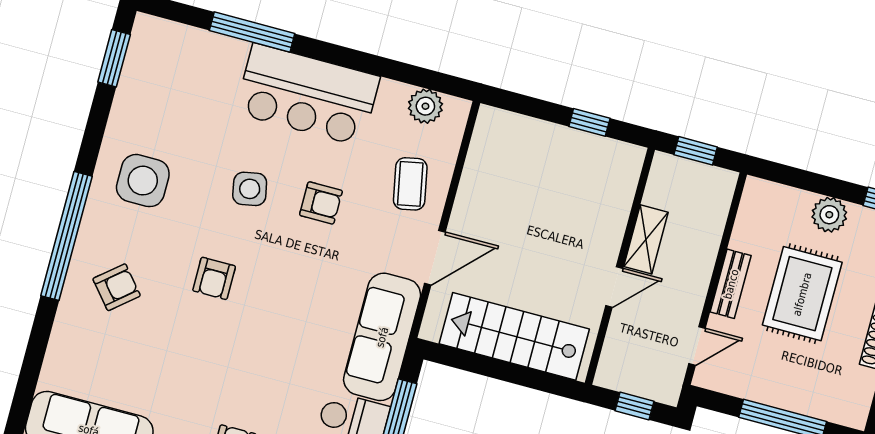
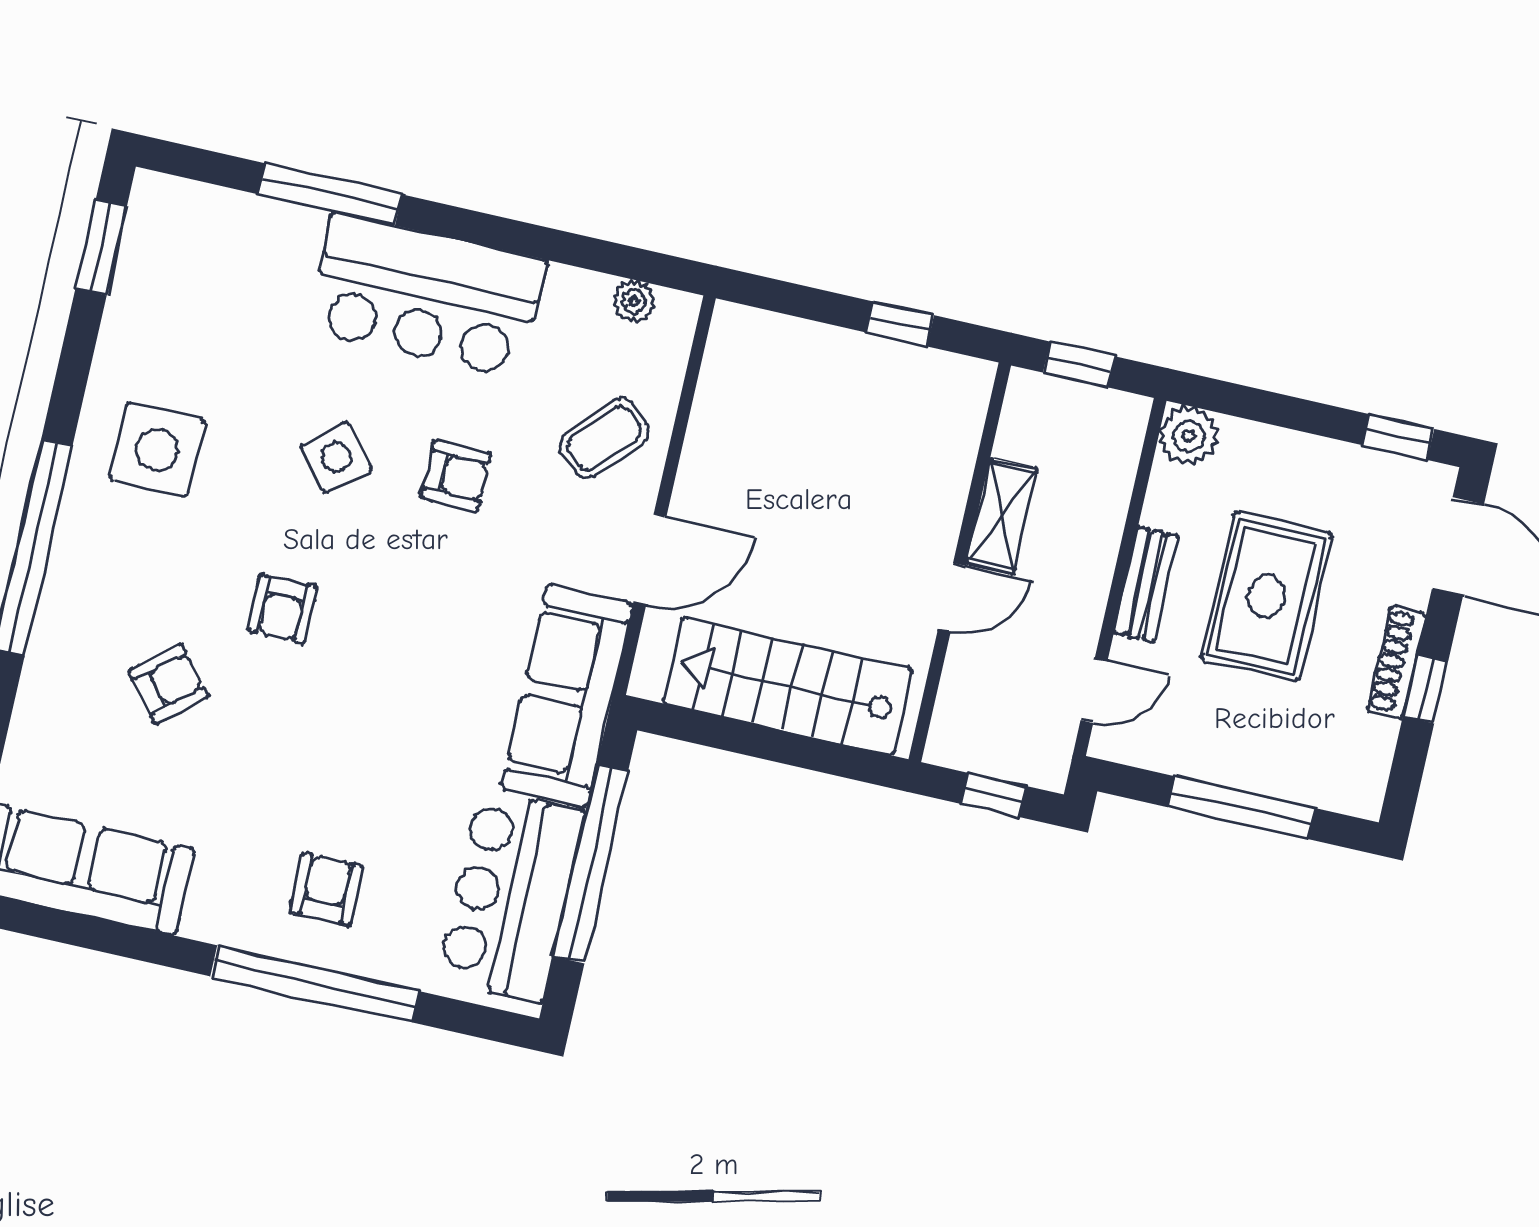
plant: (425, 106) -> (634, 301), width x0.73, depth x0.73
coffee table: (410, 184) -> (604, 438), turned 54
side table: (250, 189) -> (336, 457), turned -30
plant: (829, 215) -> (1189, 436), moved
armchair: (117, 287) -> (168, 684), moved

